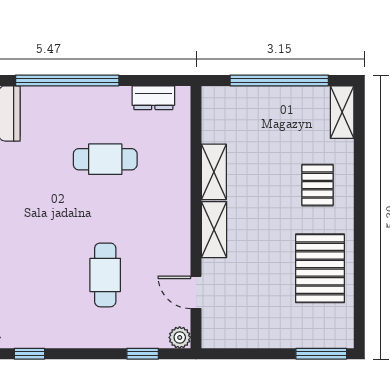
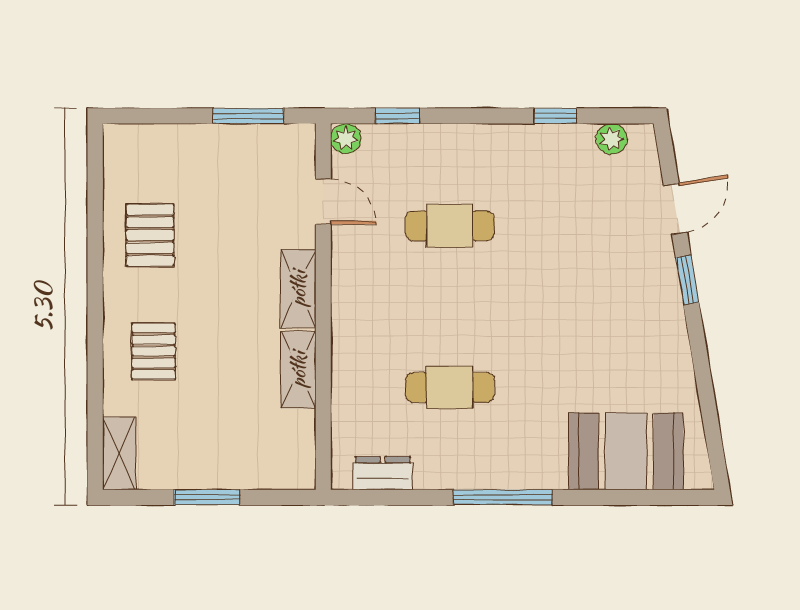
window: (67, 80) -> (503, 497), width x0.68
window: (279, 80) -> (207, 497), width x0.47
pallet: (320, 268) -> (150, 235), width x0.67, depth x0.71
cafe table: (105, 275) -> (450, 226), turned 90
window: (321, 354) -> (248, 116), moved

